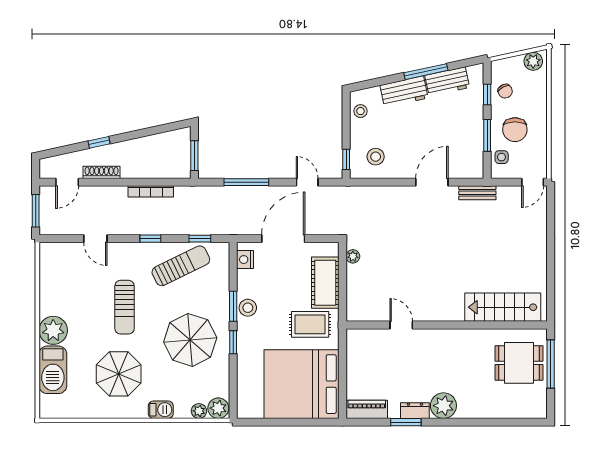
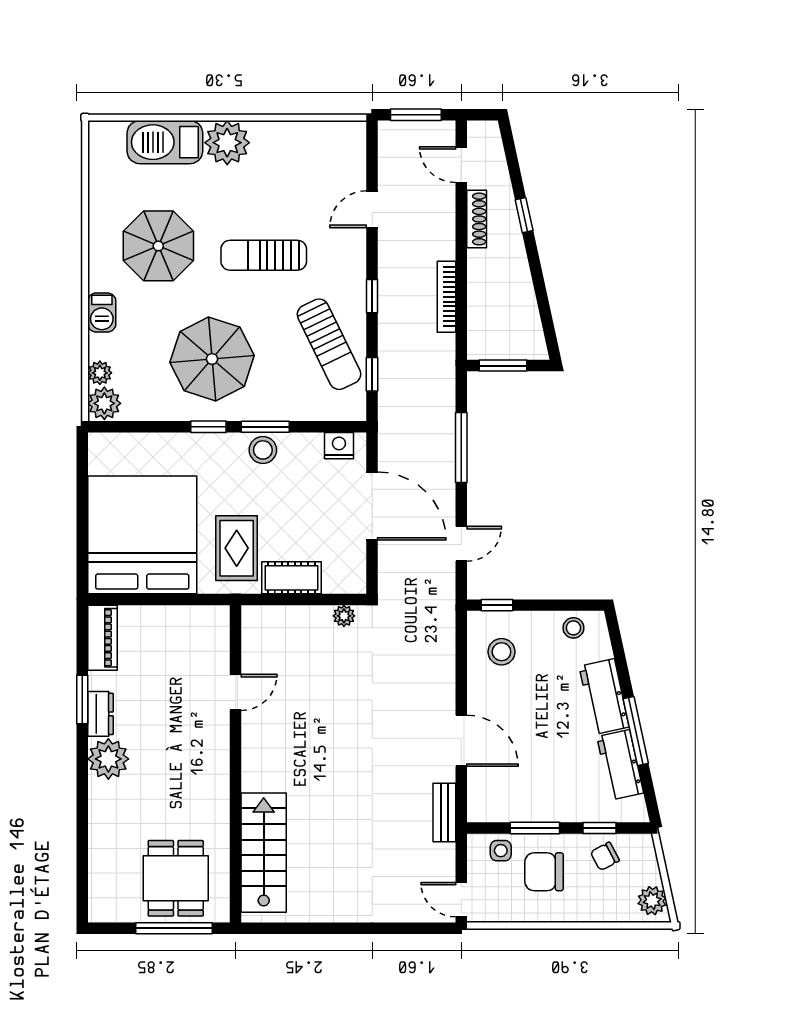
cot: (325, 283) -> (291, 578), width x0.73, depth x0.75

